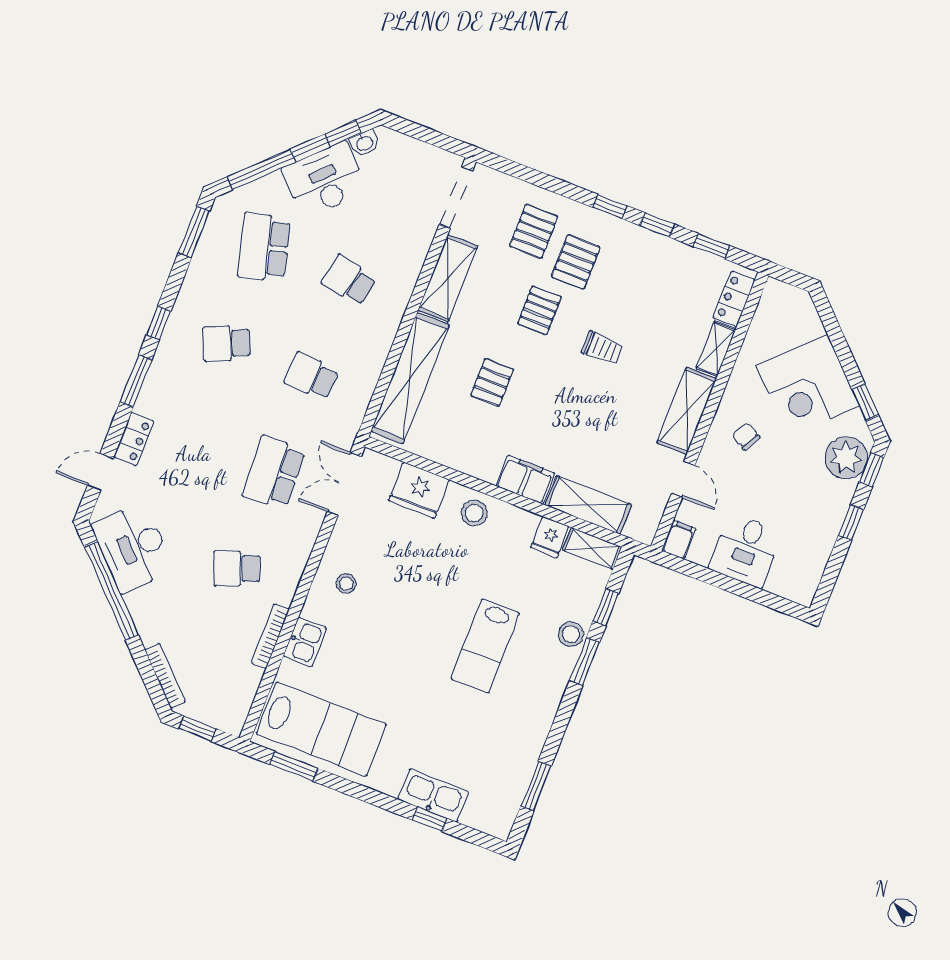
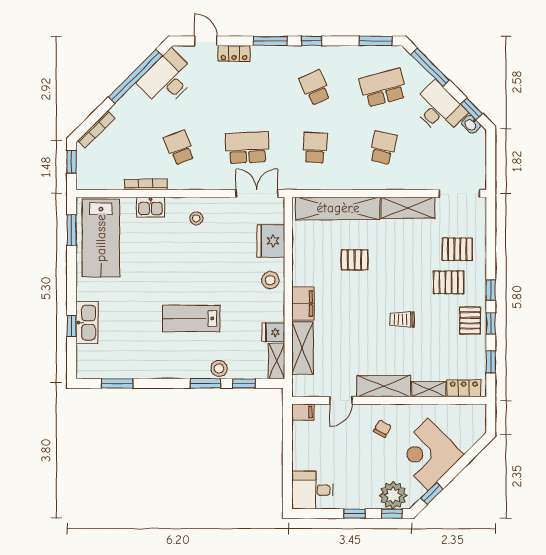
pallet: (539, 310) -> (470, 320), moved, turned 90
trolley: (602, 348) -> (402, 319), turned 90
desk: (746, 550) -> (312, 490), moved

